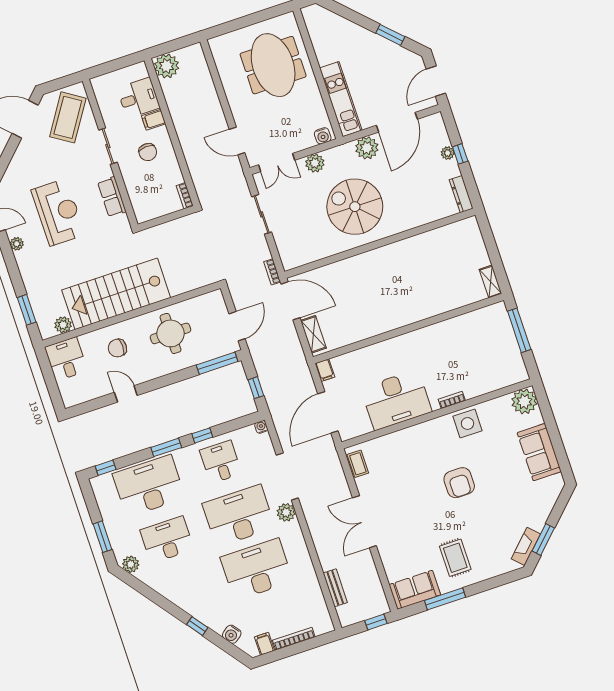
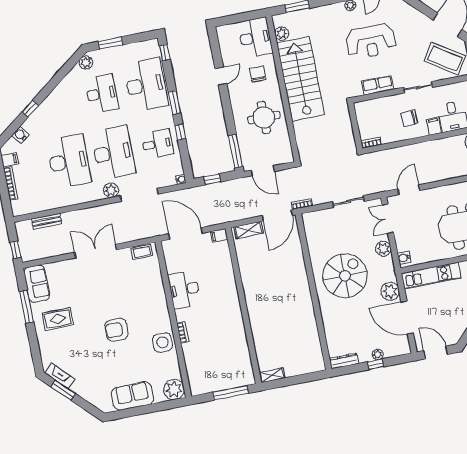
desk: (66, 359) -> (255, 37), width x1.37
desk: (396, 400) -> (184, 289), width x0.73, depth x0.77

